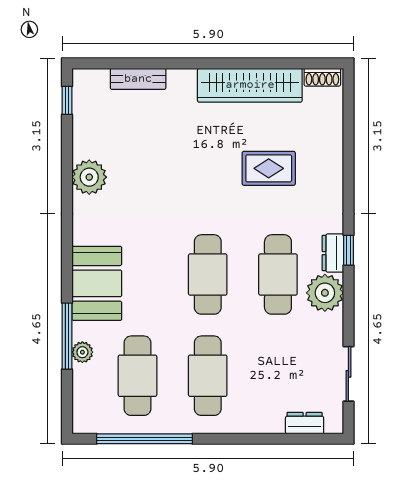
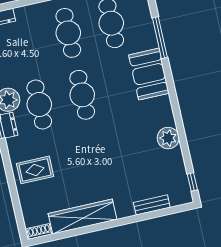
rug: (269, 168) -> (35, 170), moved
plant: (82, 352) -> (148, 30), removed

